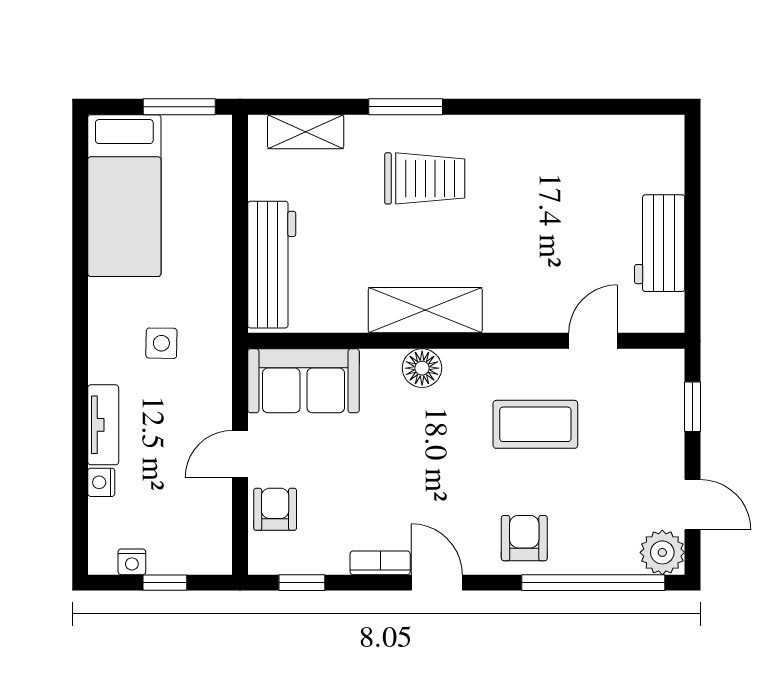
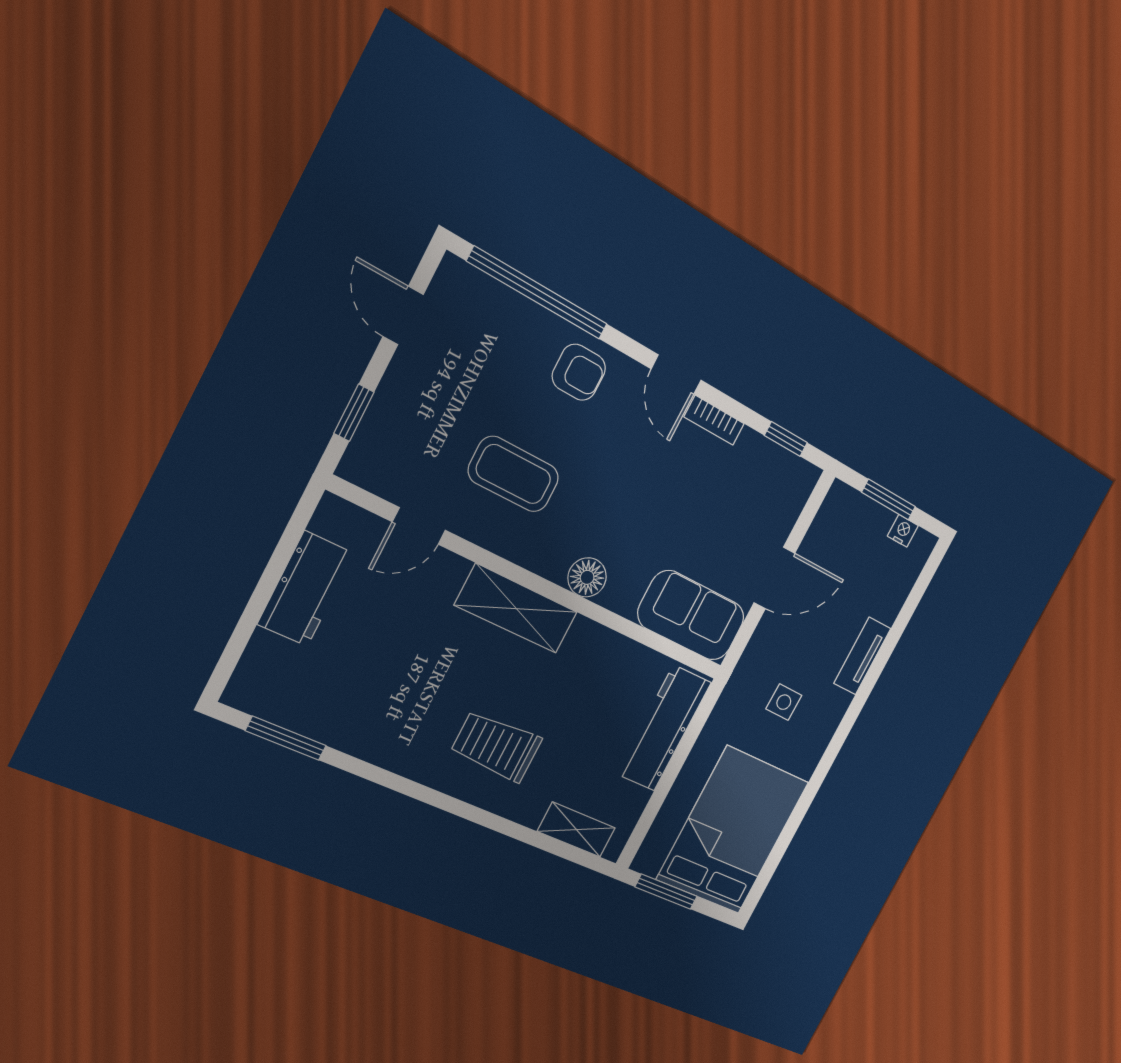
window: (406, 107) -> (286, 738), moved
bed: (124, 196) -> (733, 830), width x1.50
shelving: (425, 310) -> (516, 609), moved
door: (240, 454) -> (774, 578), width x1.38
nightstand: (101, 482) -> (889, 609), removed
armchair: (275, 509) -> (773, 515), removed
armchair: (524, 538) -> (579, 372), turned -90
plant: (662, 552) -> (457, 285), removed
window: (165, 583) -> (889, 499), width x1.50

